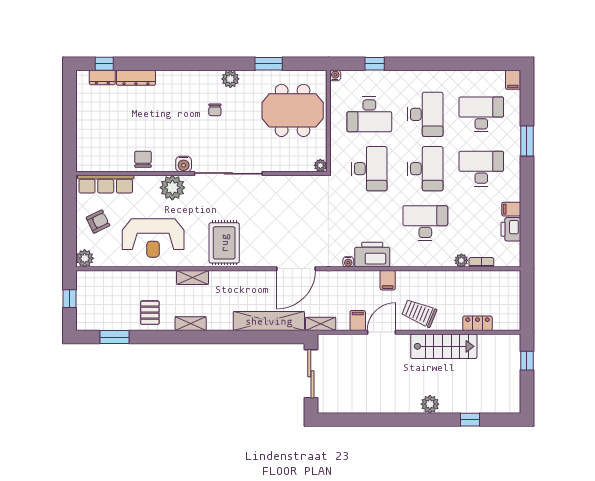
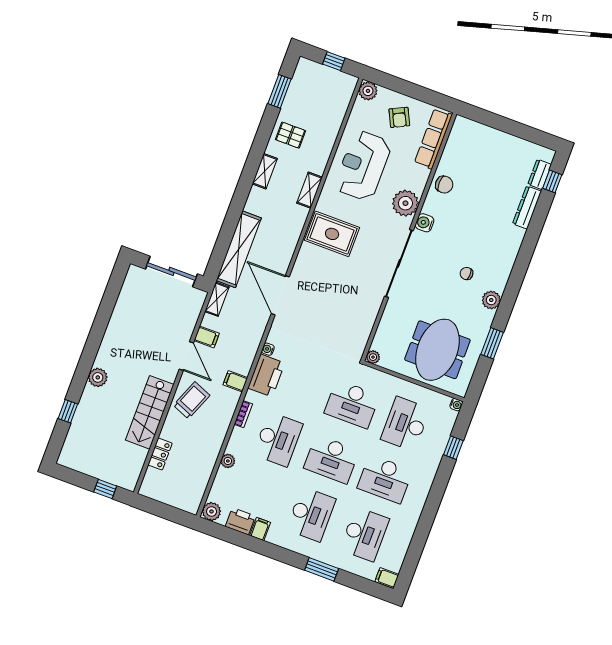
plant: (512, 258) -> (212, 511), added
bookcase: (481, 262) -> (243, 414), moved

